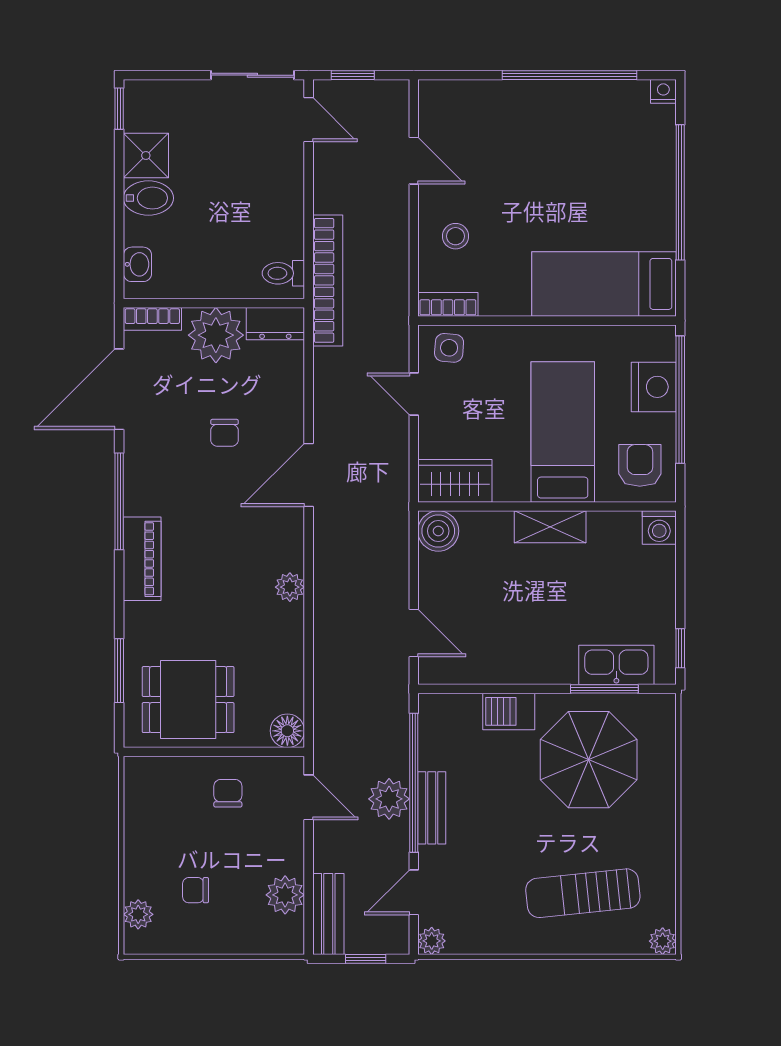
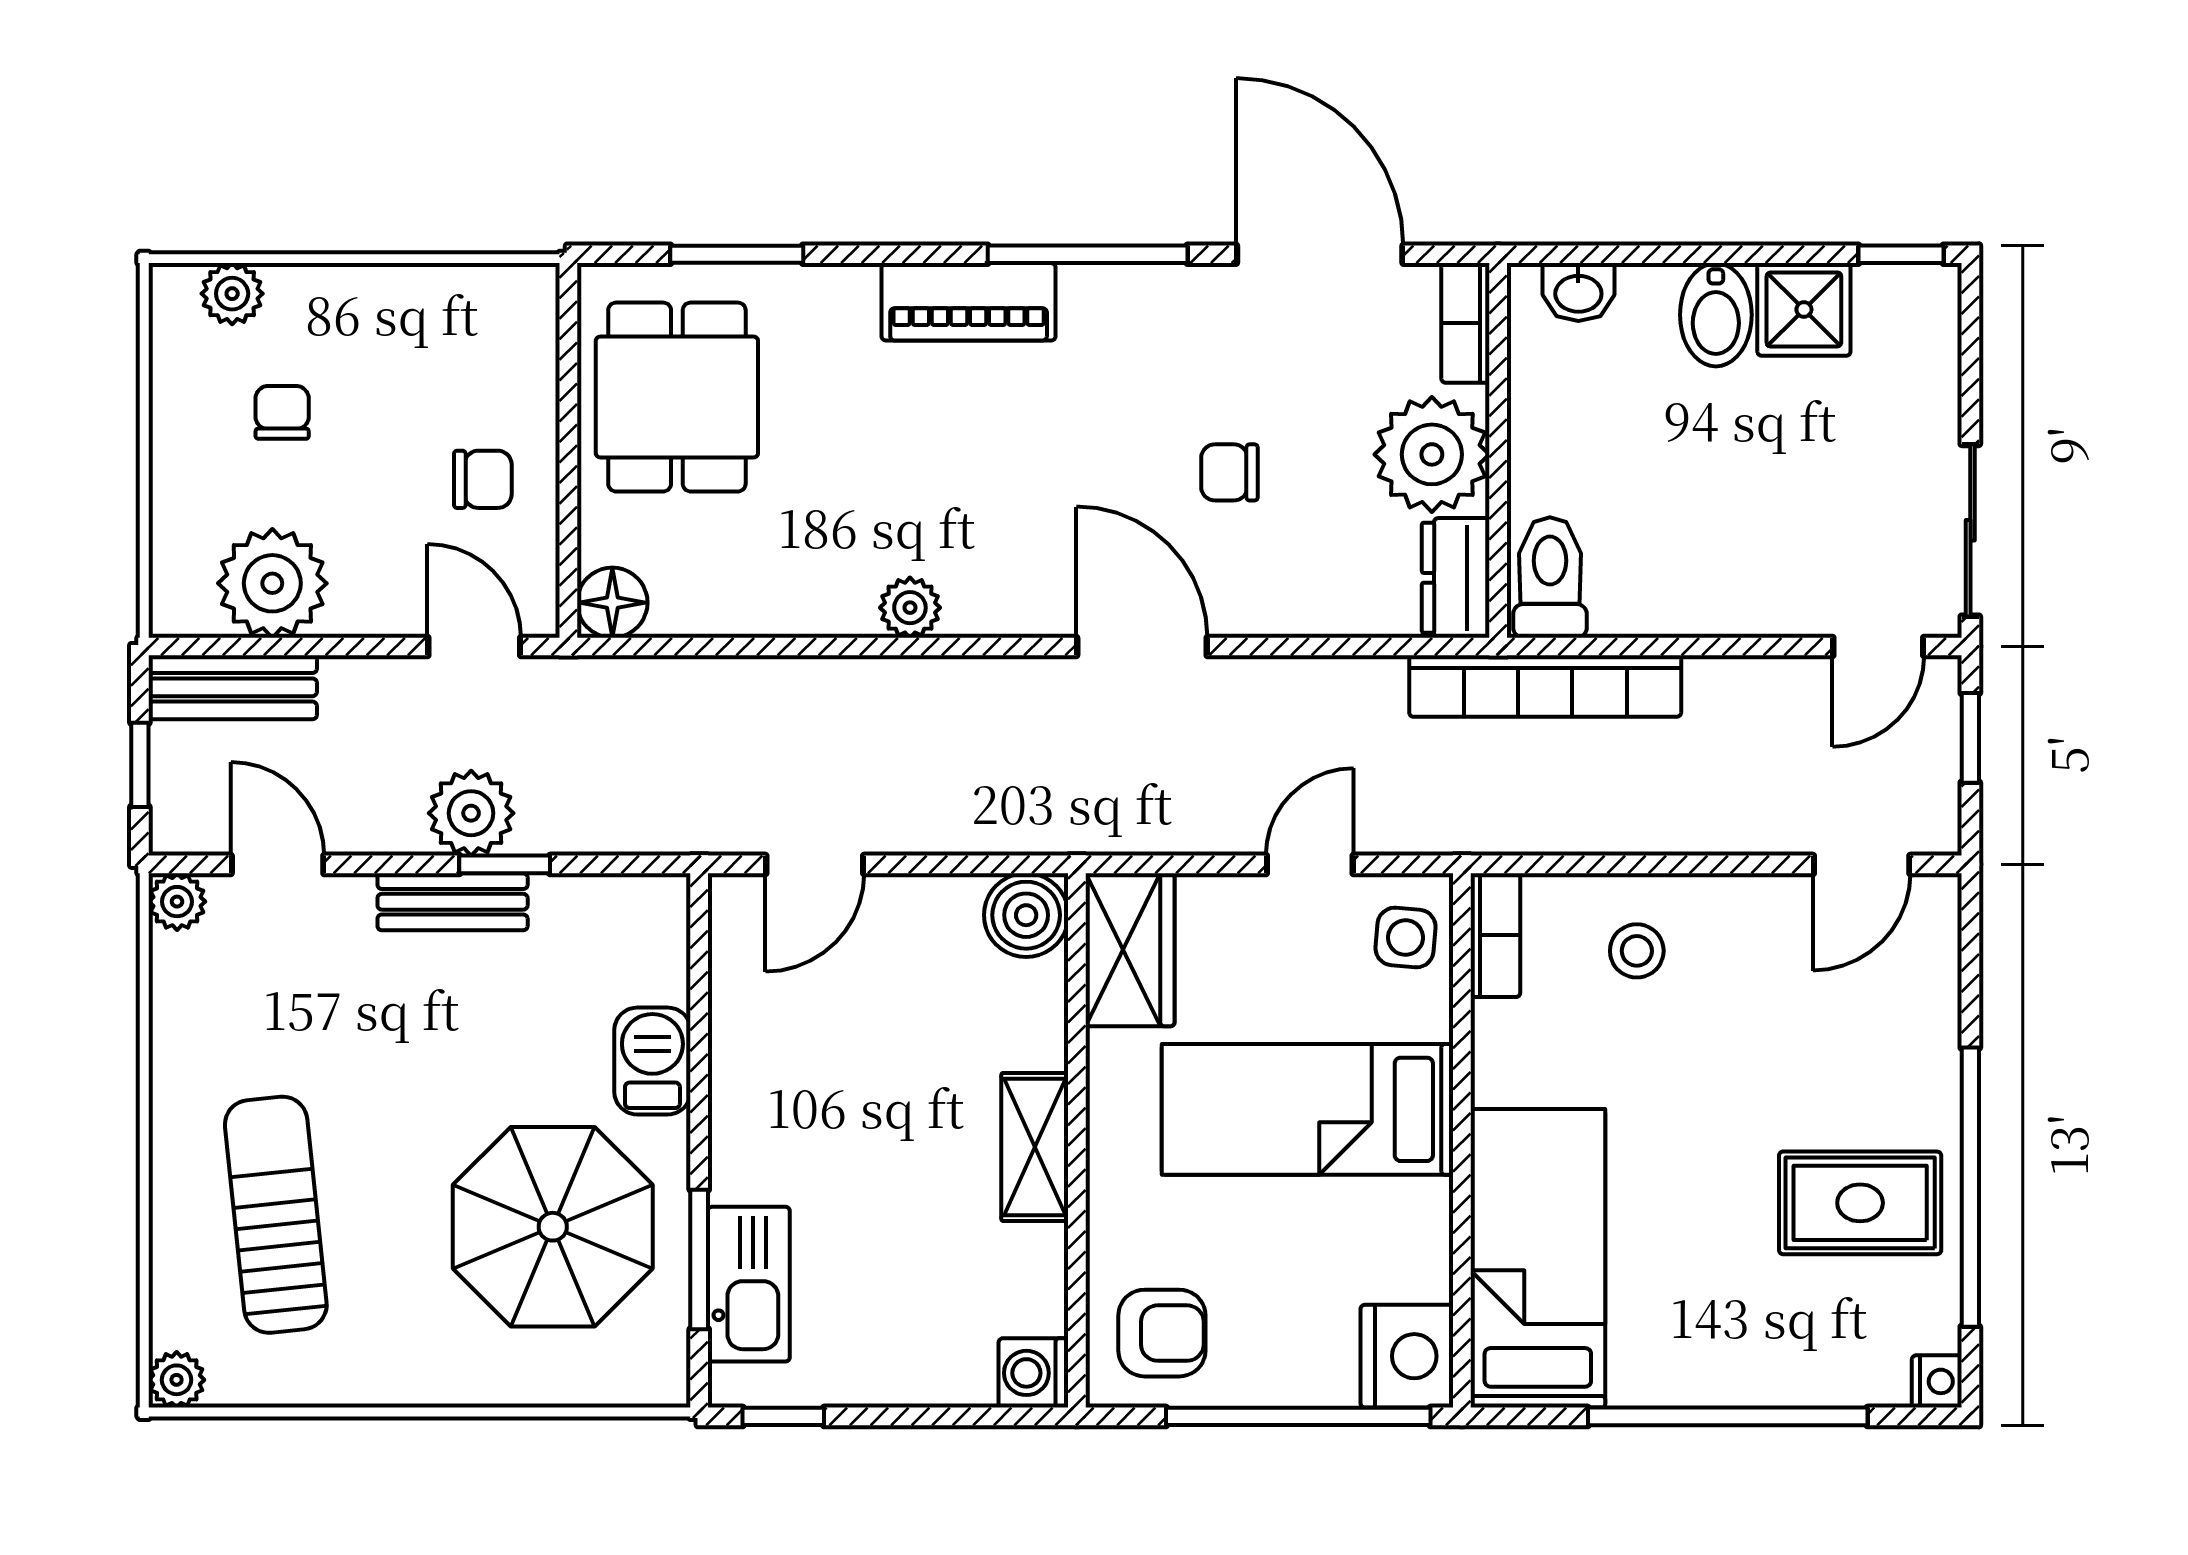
rug: (577, 128) -> (1860, 1203), added
door: (414, 161) -> (1862, 864), moved
toilet: (283, 273) -> (1550, 577), width x1.37, depth x1.39
nightstand: (654, 387) -> (1407, 1356), moved, turned -90
bed: (563, 432) -> (1308, 1109), moved, turned 180
window: (414, 783) -> (505, 864), width x0.32
door: (309, 797) -> (474, 646), swing flipped
plant: (285, 895) -> (272, 583), width x1.36, depth x1.36

